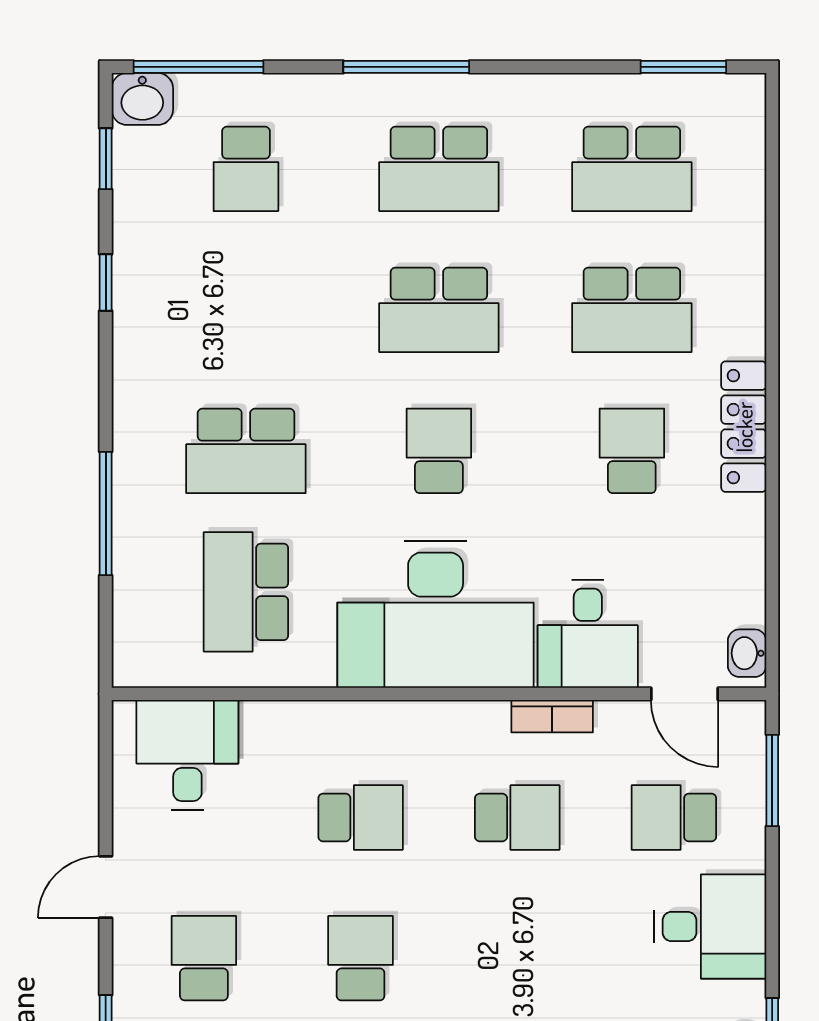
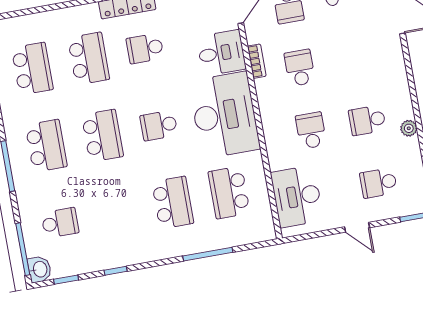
school desk: (246, 592) -> (229, 192), turned 90
desk: (187, 755) -> (297, 197), width x1.37

